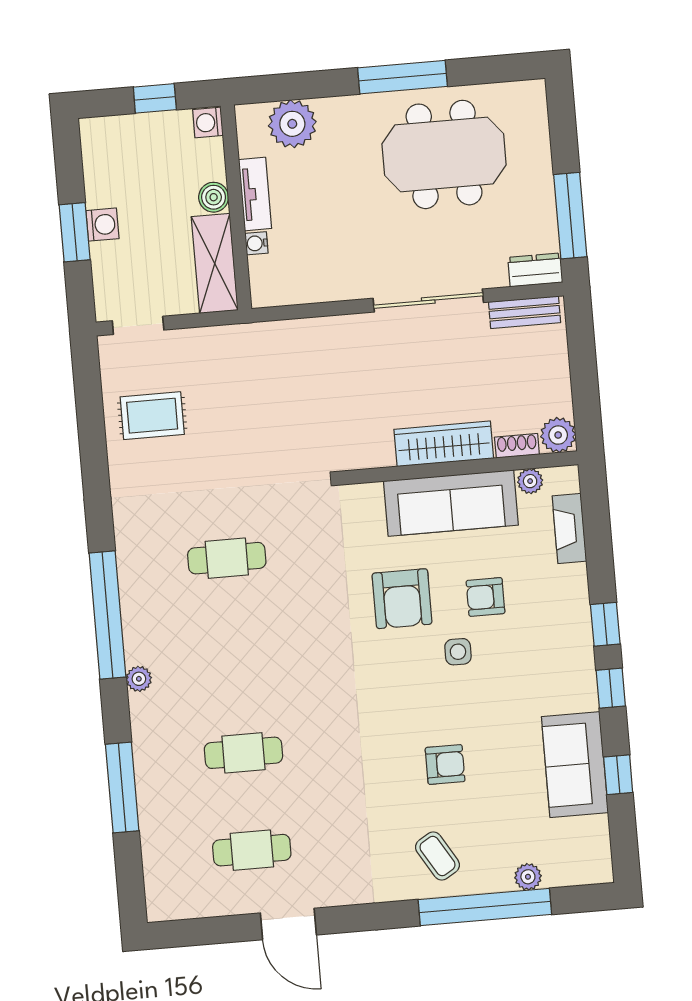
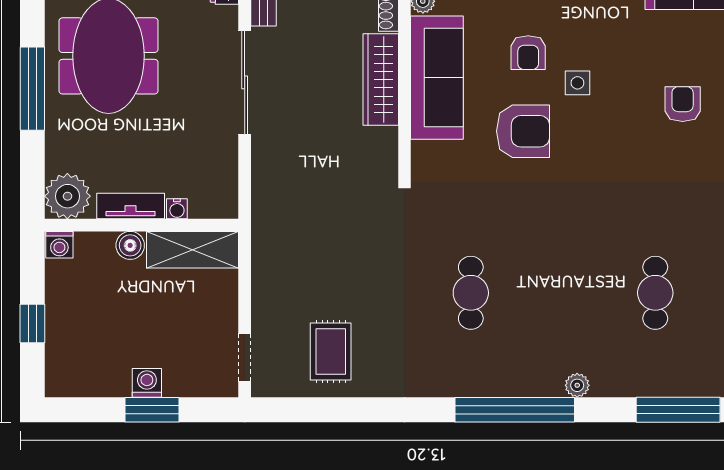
washing machine: (208, 122) -> (59, 245), moved
tv unit: (255, 194) -> (131, 206), moved
boiler: (214, 197) -> (130, 245), moved
wall: (236, 207) -> (142, 225), moved
water cooler: (256, 243) -> (177, 209), moved
shelving: (215, 263) -> (193, 250), moved

